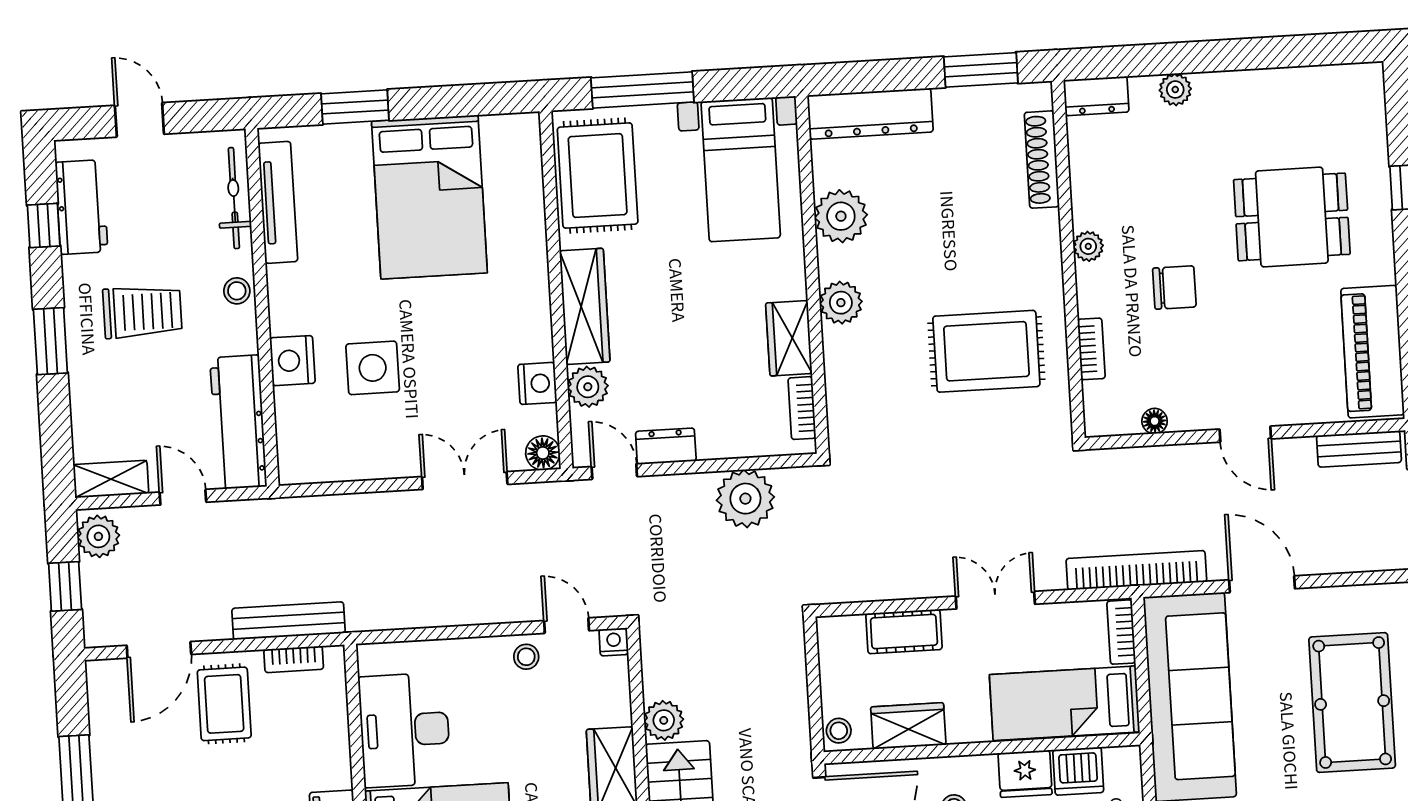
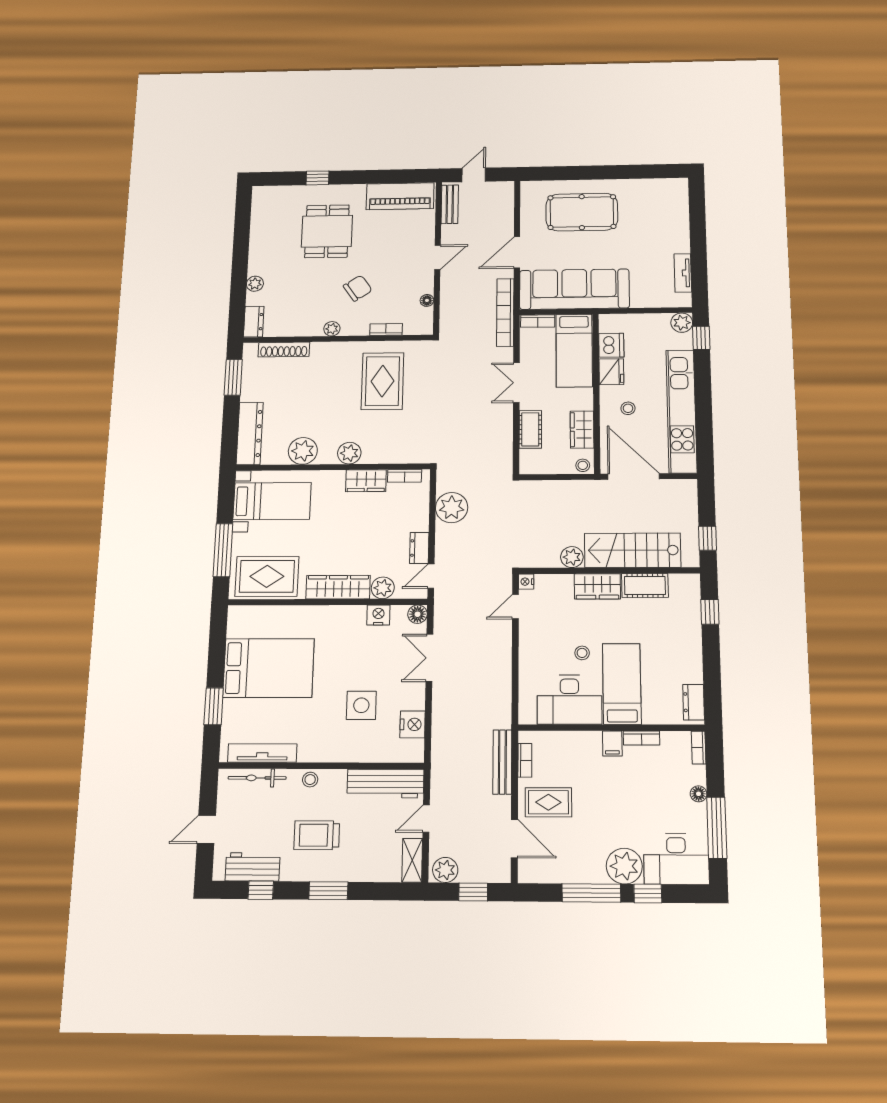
chair: (1174, 287) -> (358, 288), turned 56
trolley: (142, 312) -> (317, 835), turned -90
nightstand: (292, 361) -> (413, 724), moved, turned -90
stool: (526, 657) -> (582, 653), moved

